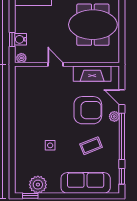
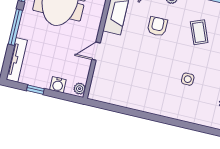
window: (12, 39) -> (35, 90), moved
armchair: (88, 110) -> (157, 26), width x0.53, depth x0.53

